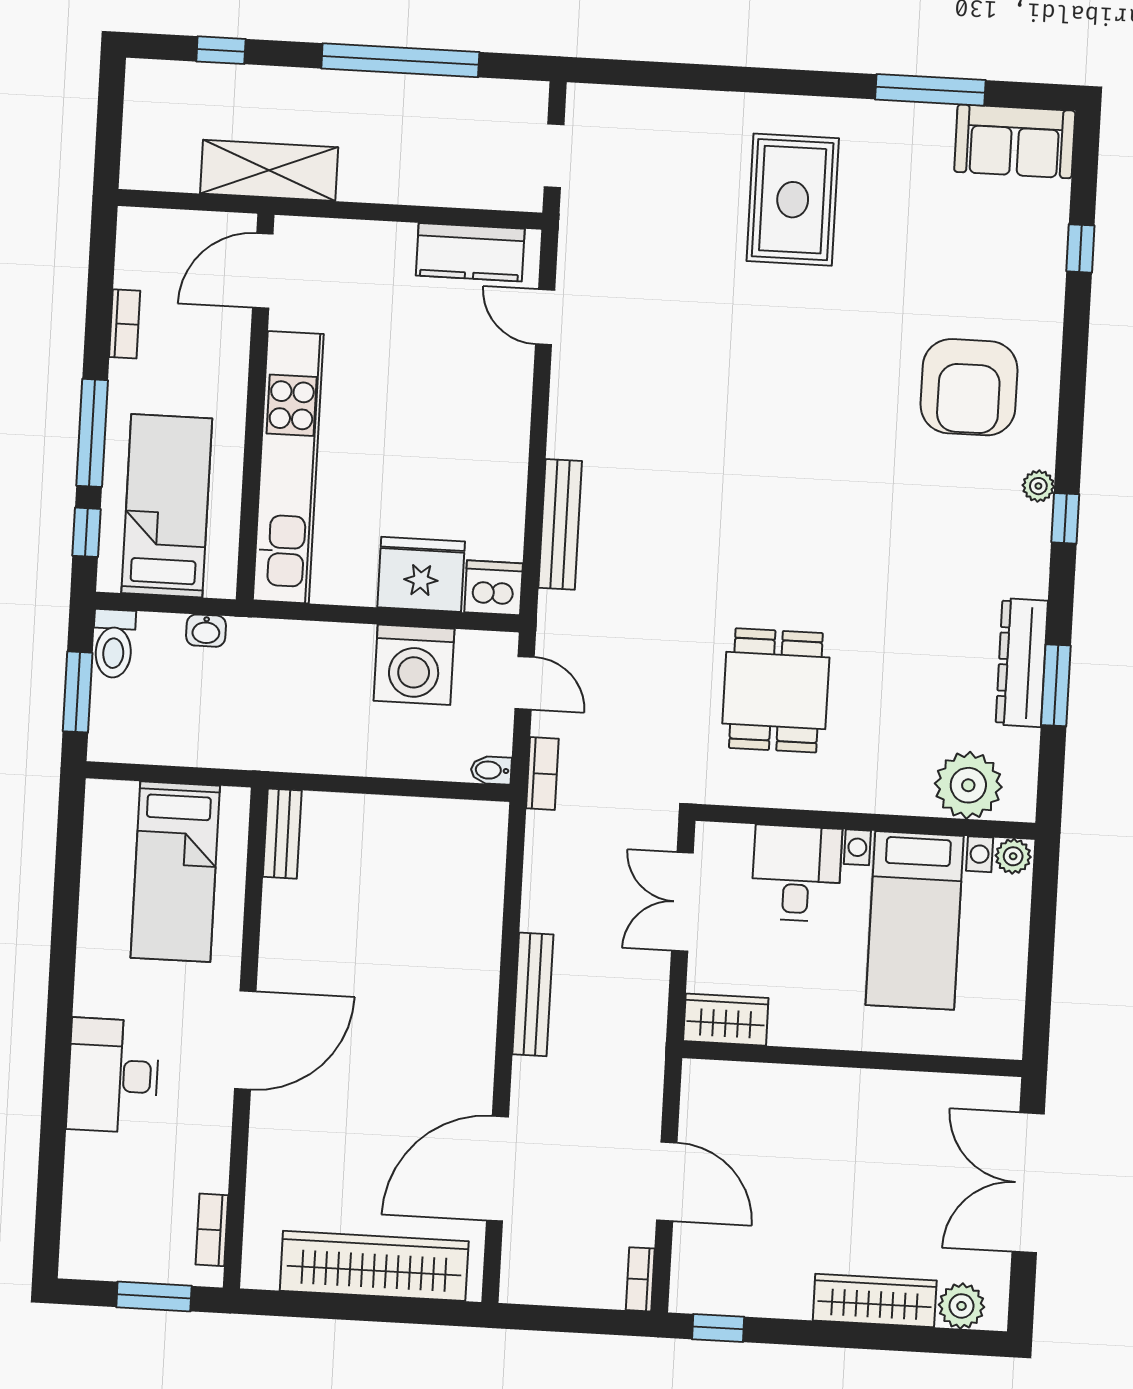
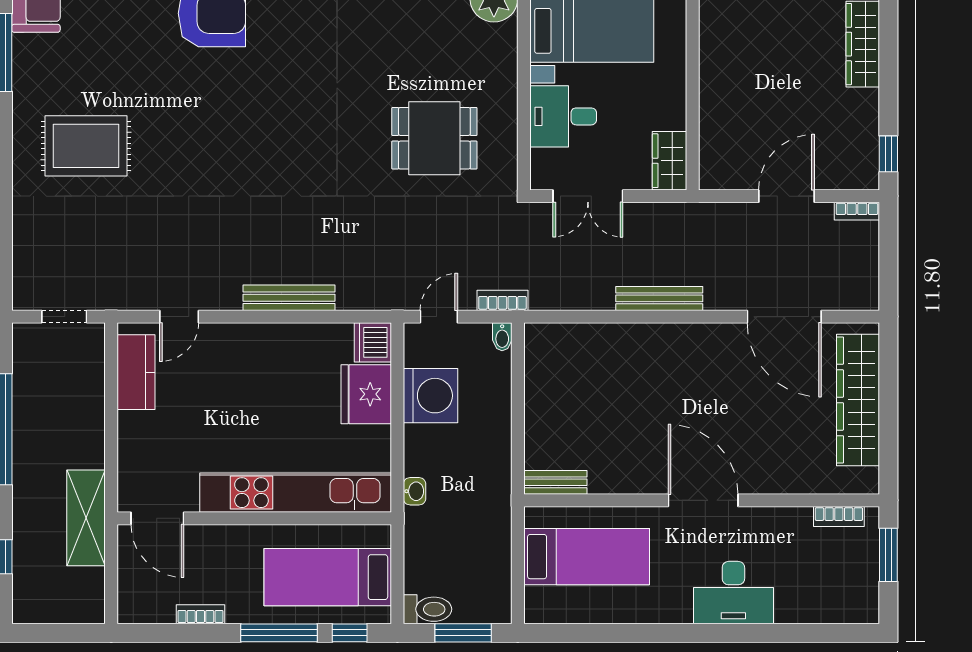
bench: (560, 524) -> (289, 298), moved
washbasin: (206, 631) -> (415, 491), moved

